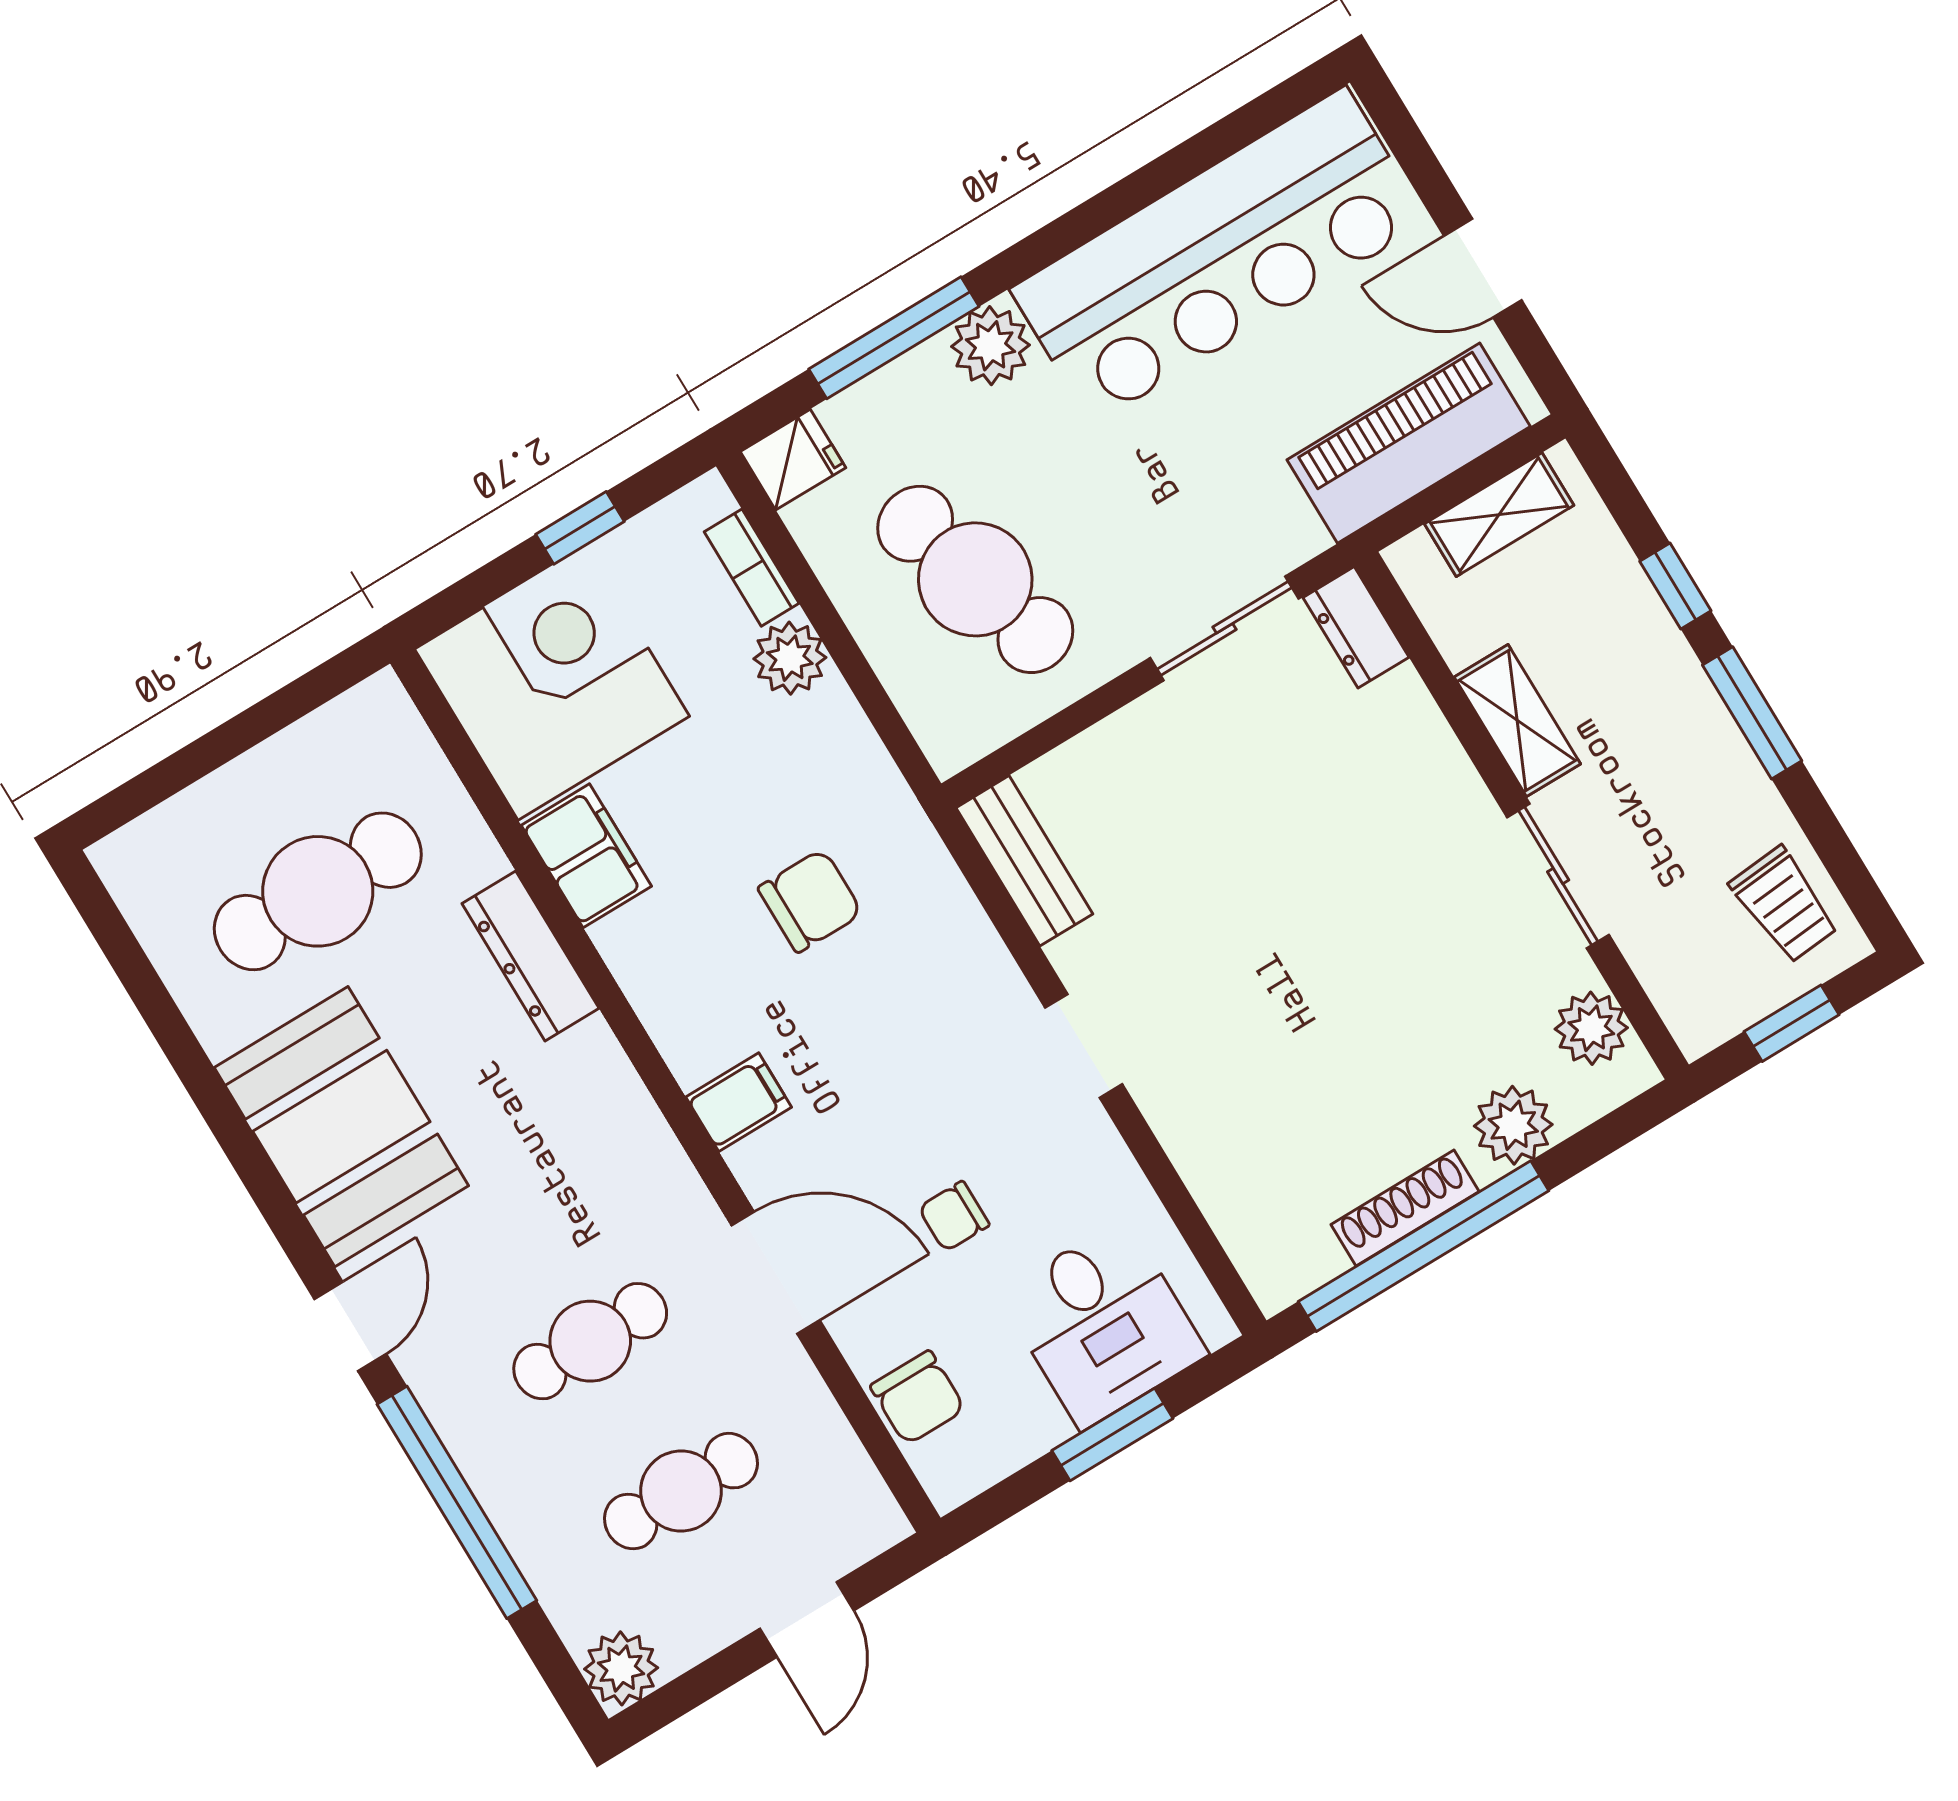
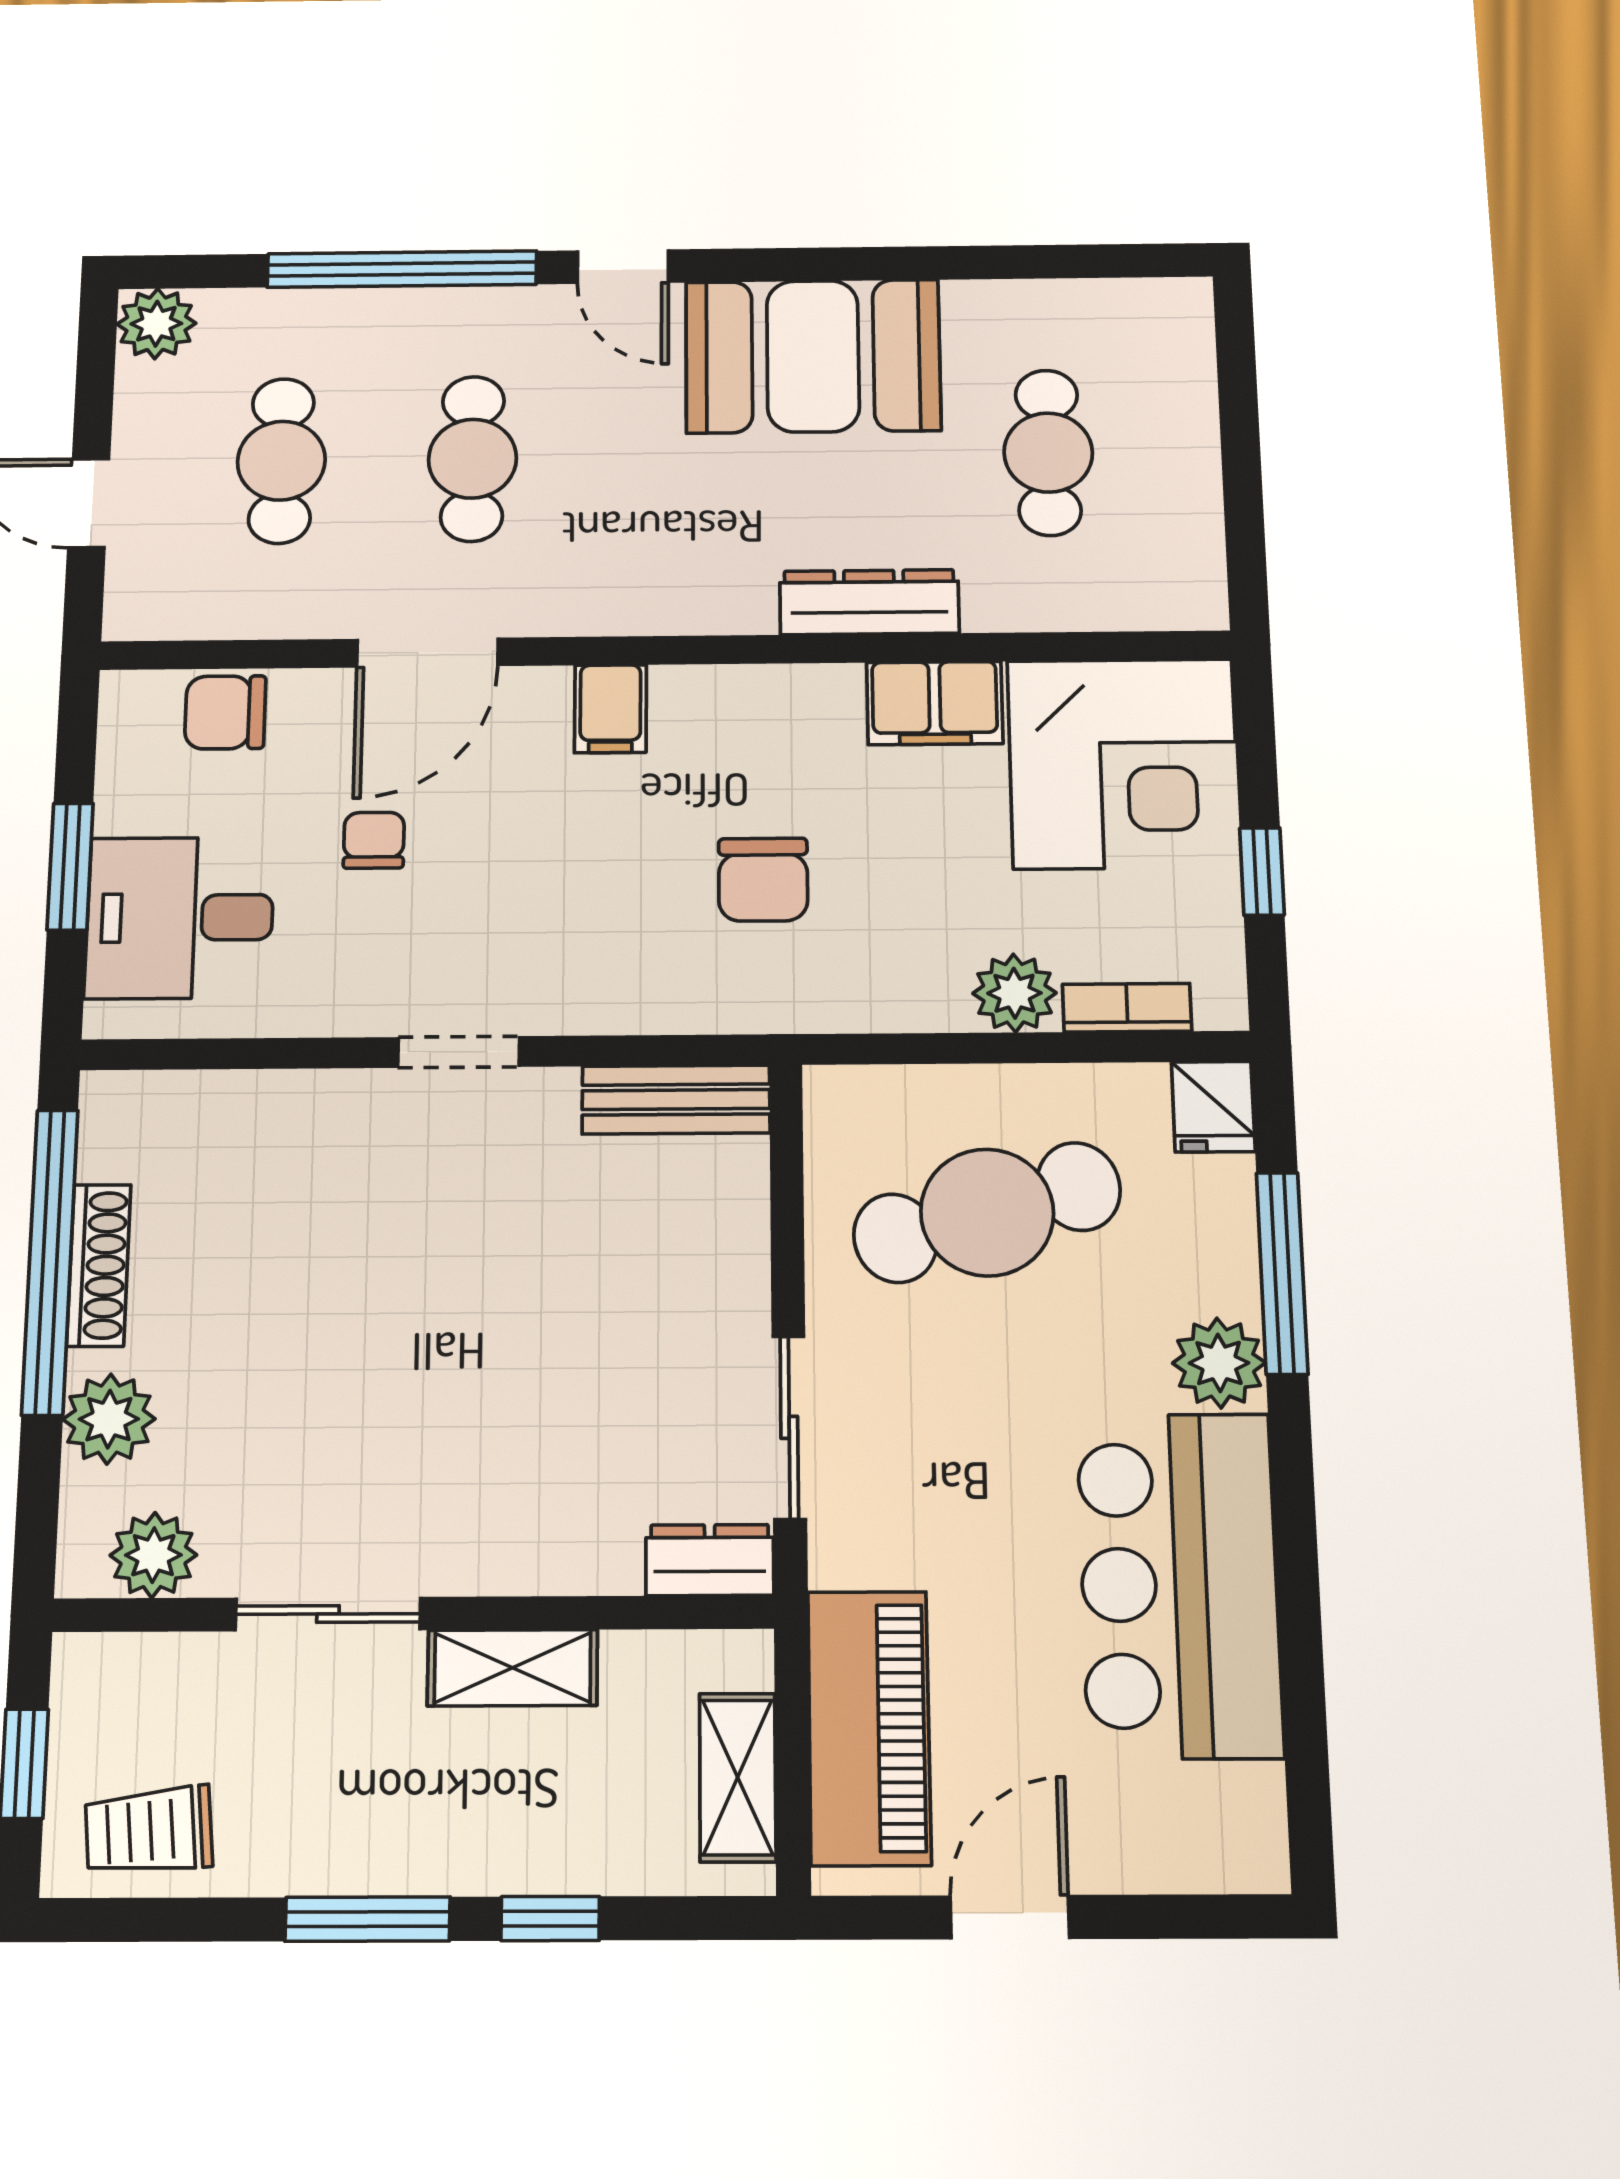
bar counter: (1219, 255) -> (1179, 1585), width x0.73
cafe table: (318, 891) -> (1048, 453), width x0.73, depth x0.74

